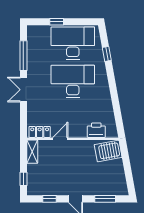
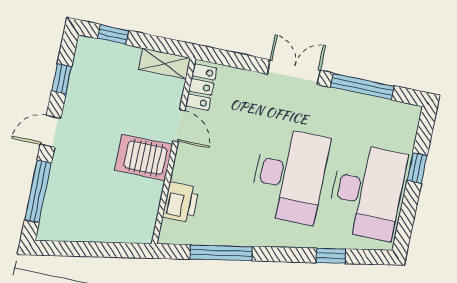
window: (116, 106) -> (221, 253), added
server rack: (108, 151) -> (143, 157), moved, turned -80
window: (105, 199) -> (38, 191), width x1.44

